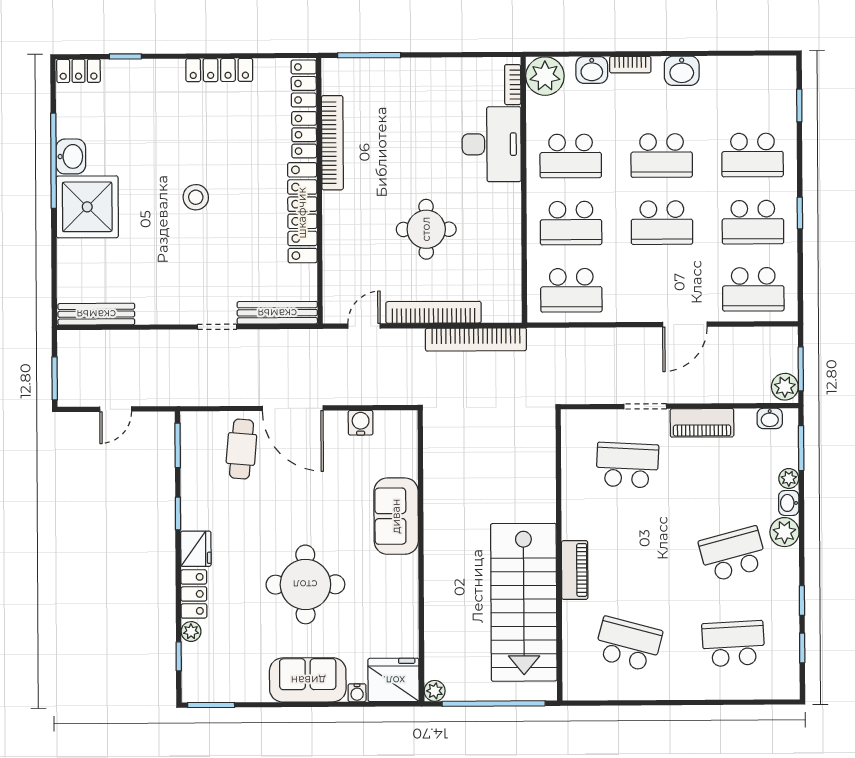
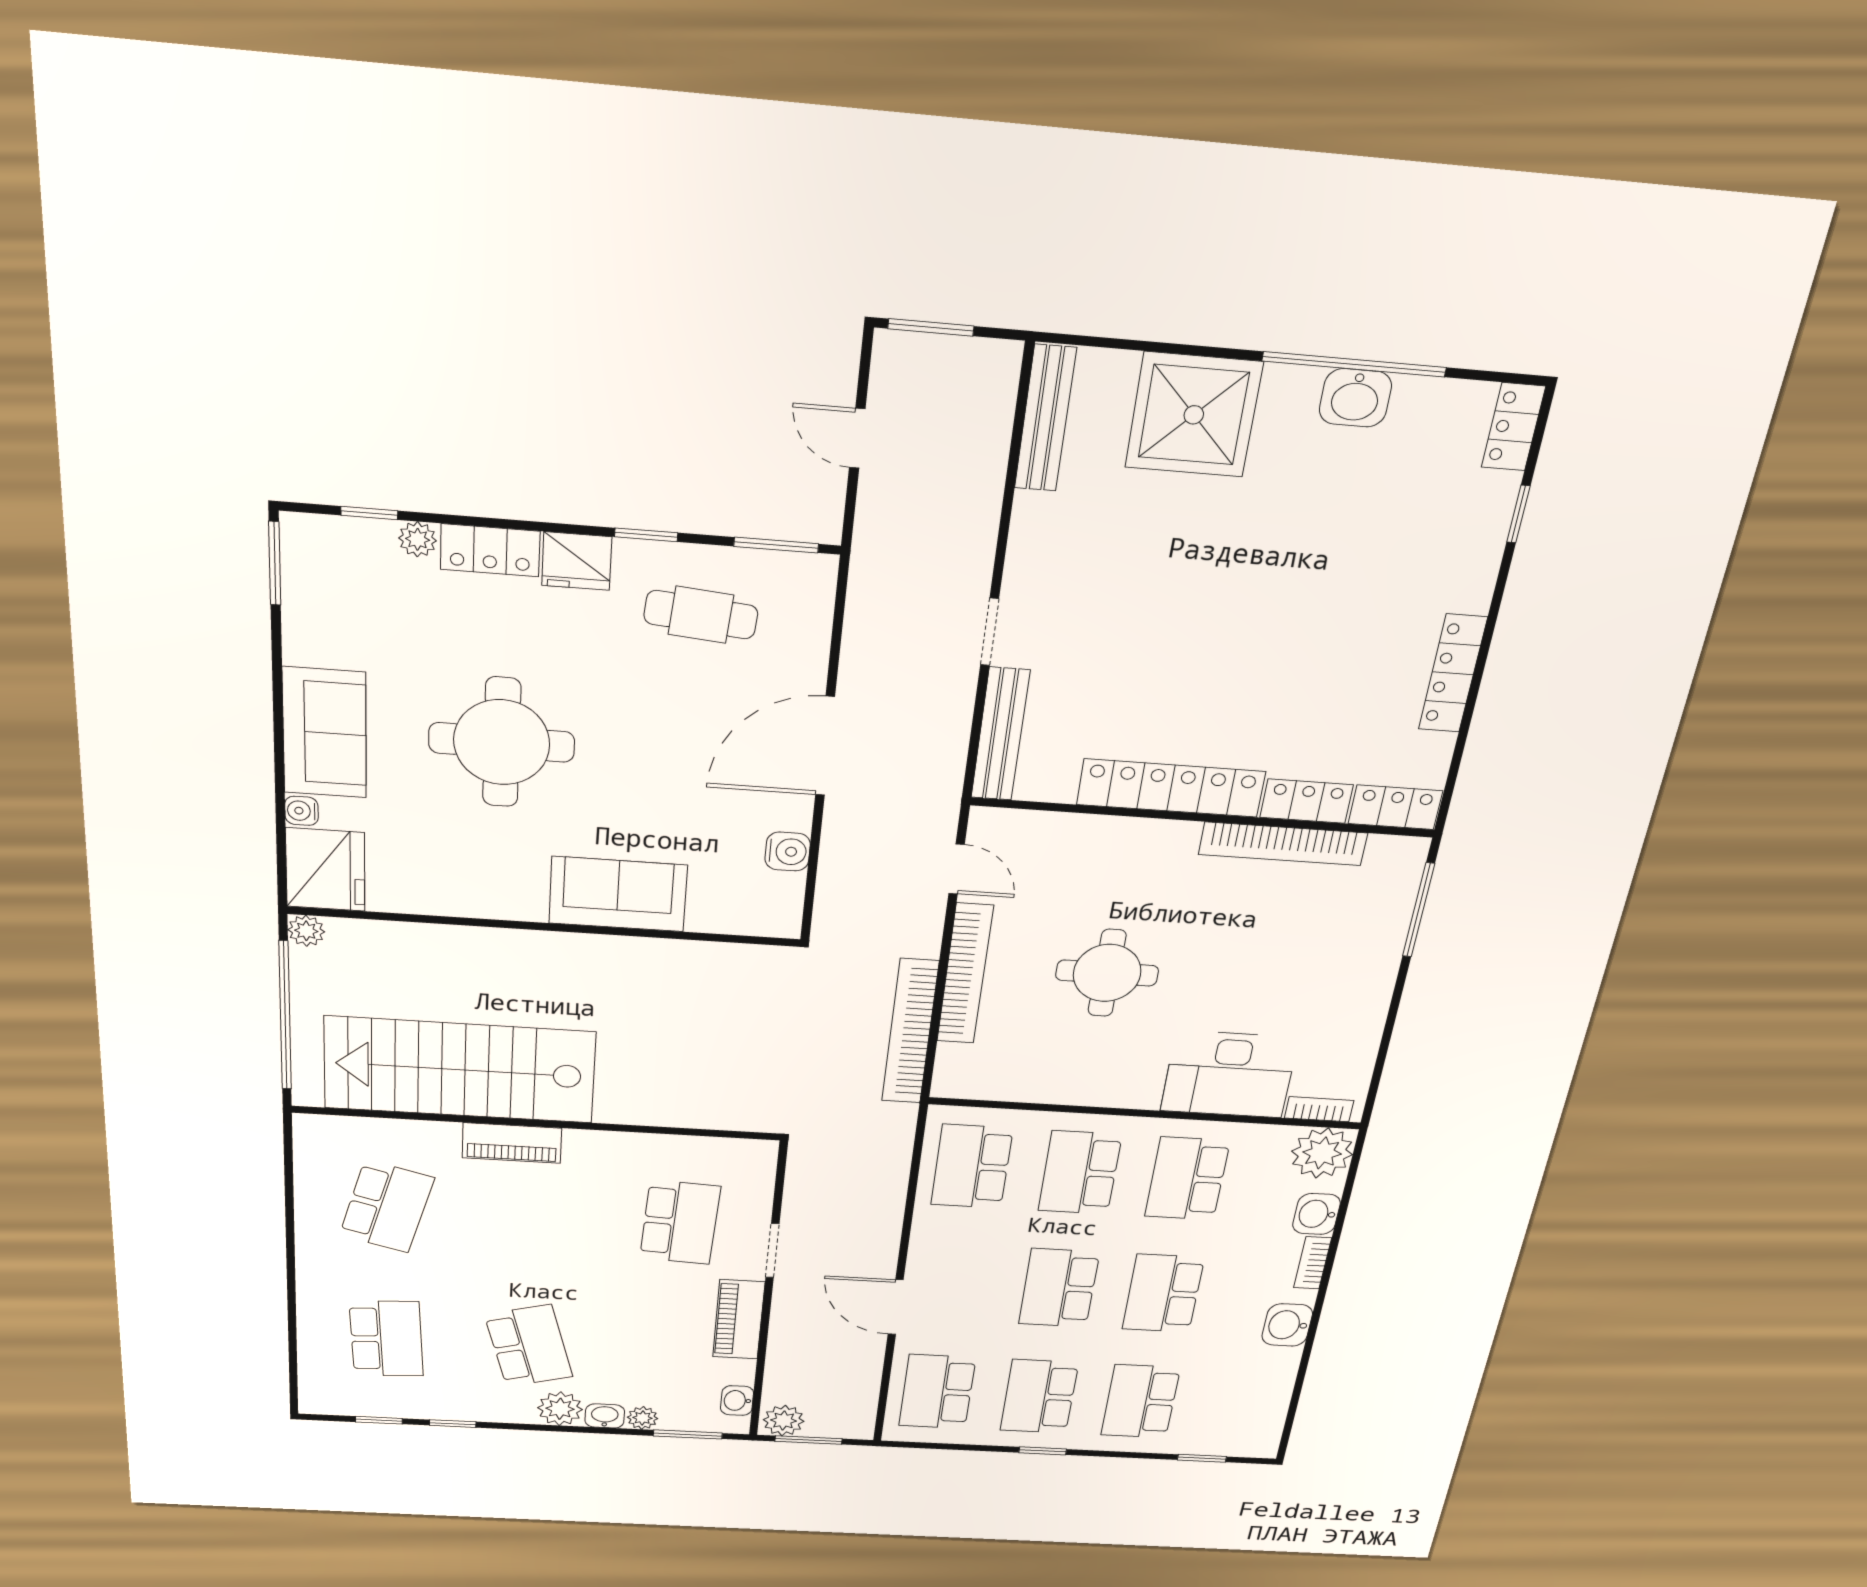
stool: (196, 197) -> (1233, 615), removed
shower: (87, 207) -> (1194, 415), moved
cafe table: (241, 449) -> (701, 615), moved

